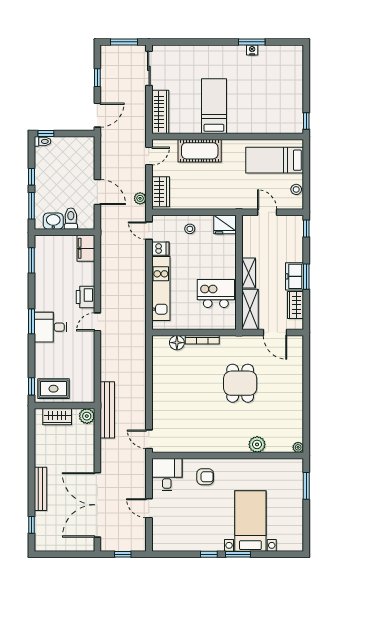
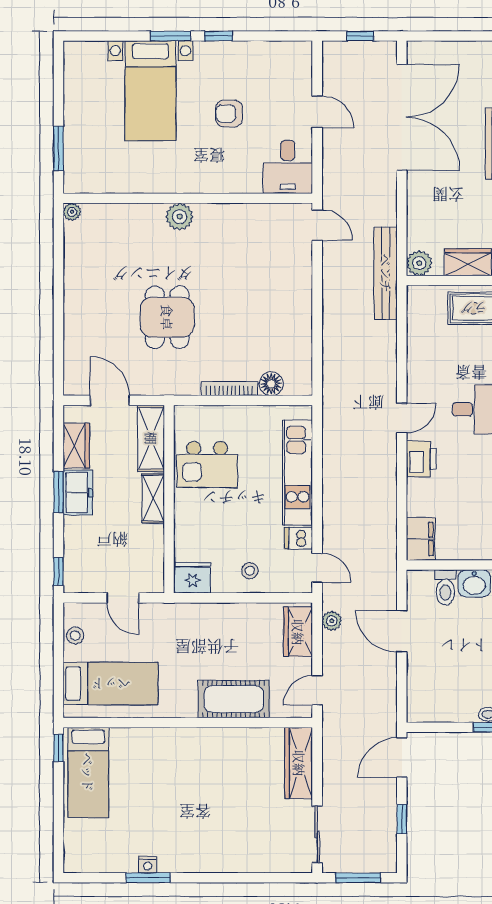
bed: (214, 106) -> (88, 772), moved
plant: (257, 444) -> (180, 217), moved
armchair: (205, 477) -> (229, 114), moved

